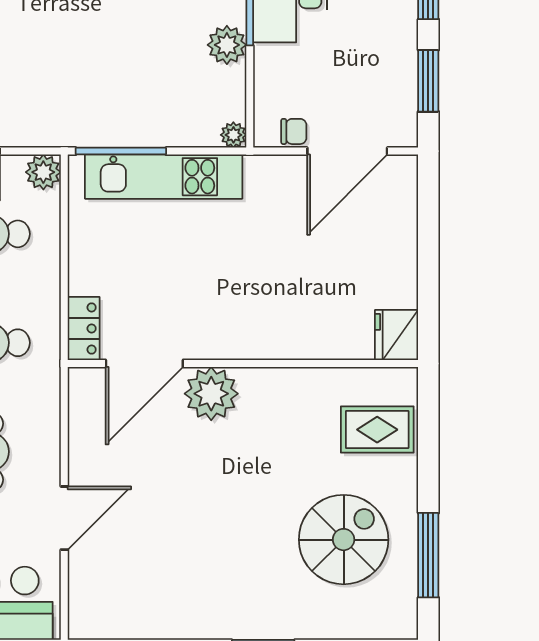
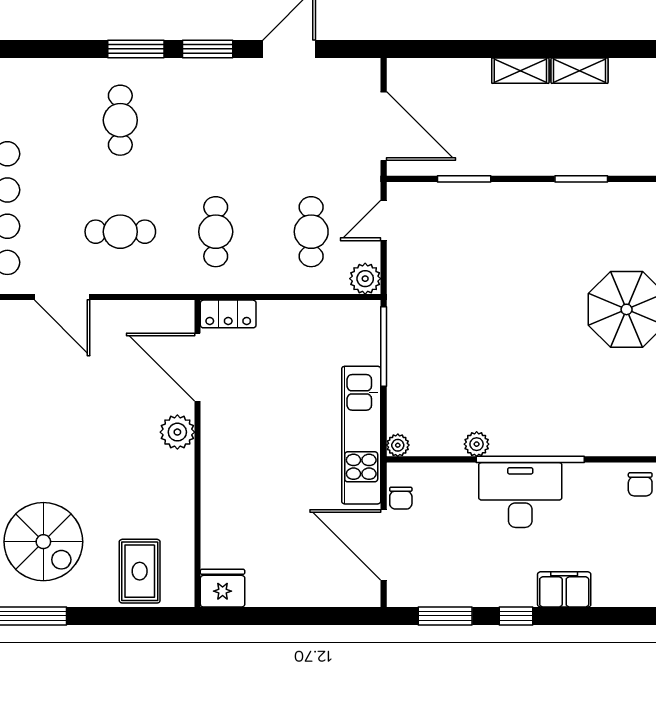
plant: (227, 45) -> (477, 444), width x0.73, depth x0.73
kitchen unit: (164, 177) -> (361, 435), moved
plant: (211, 394) -> (177, 432), width x0.73, depth x0.73

